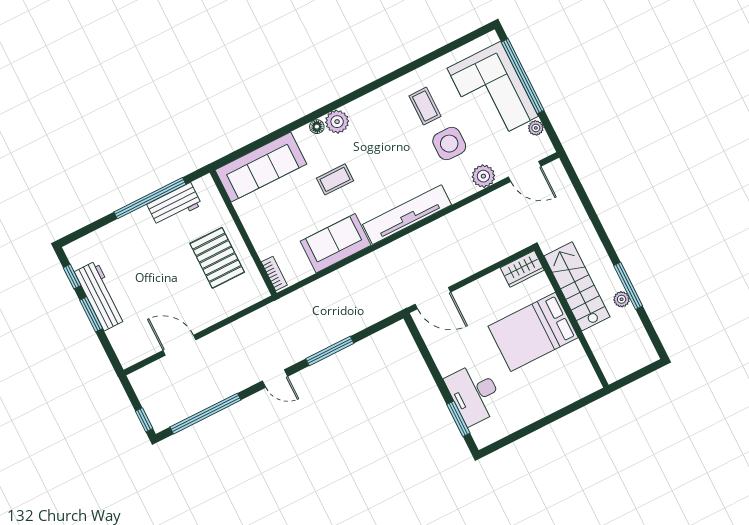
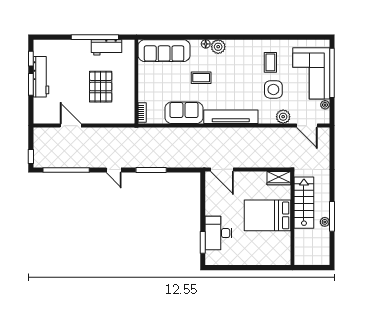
pallet: (217, 258) -> (101, 87), moved

